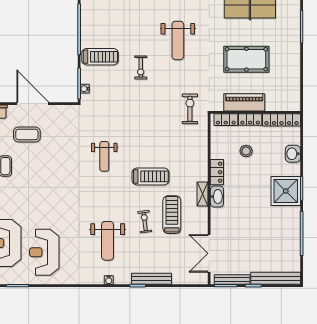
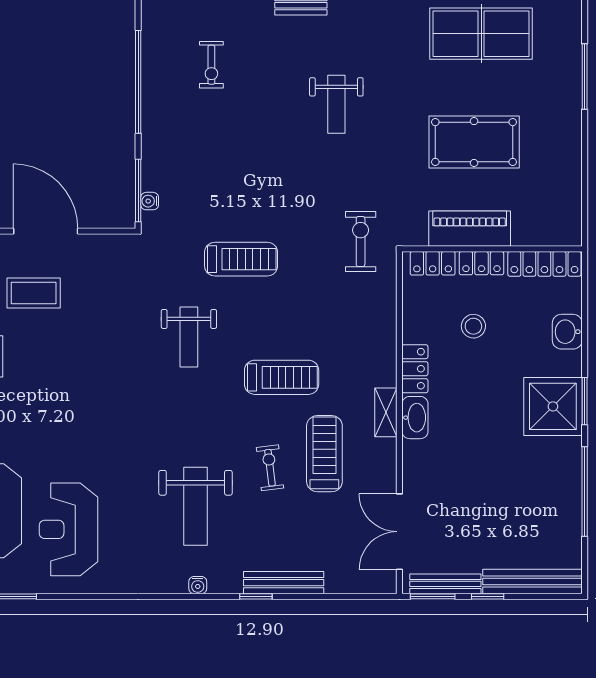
weight bench: (178, 40) -> (336, 104), width x0.73, depth x0.75
treadmill: (100, 57) -> (241, 259), moved
exercise bike: (141, 68) -> (211, 65), moved

